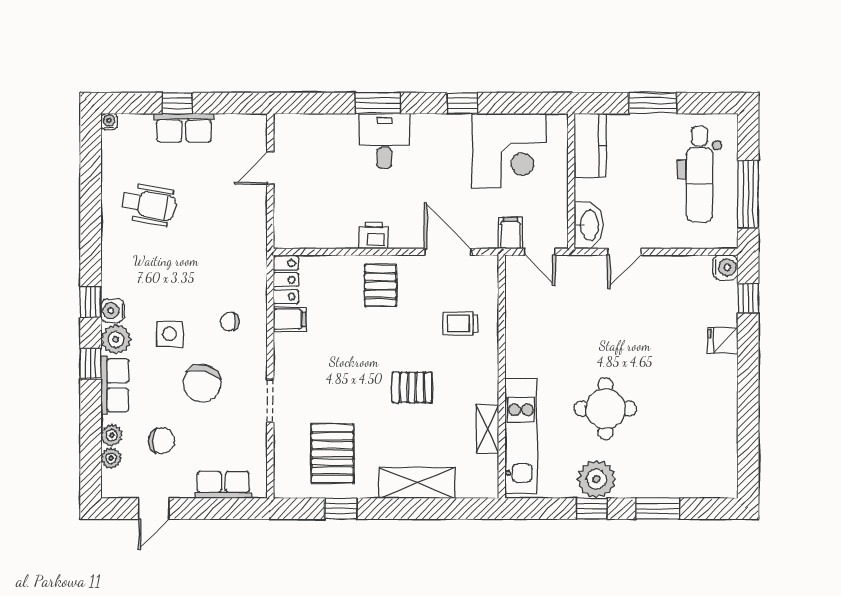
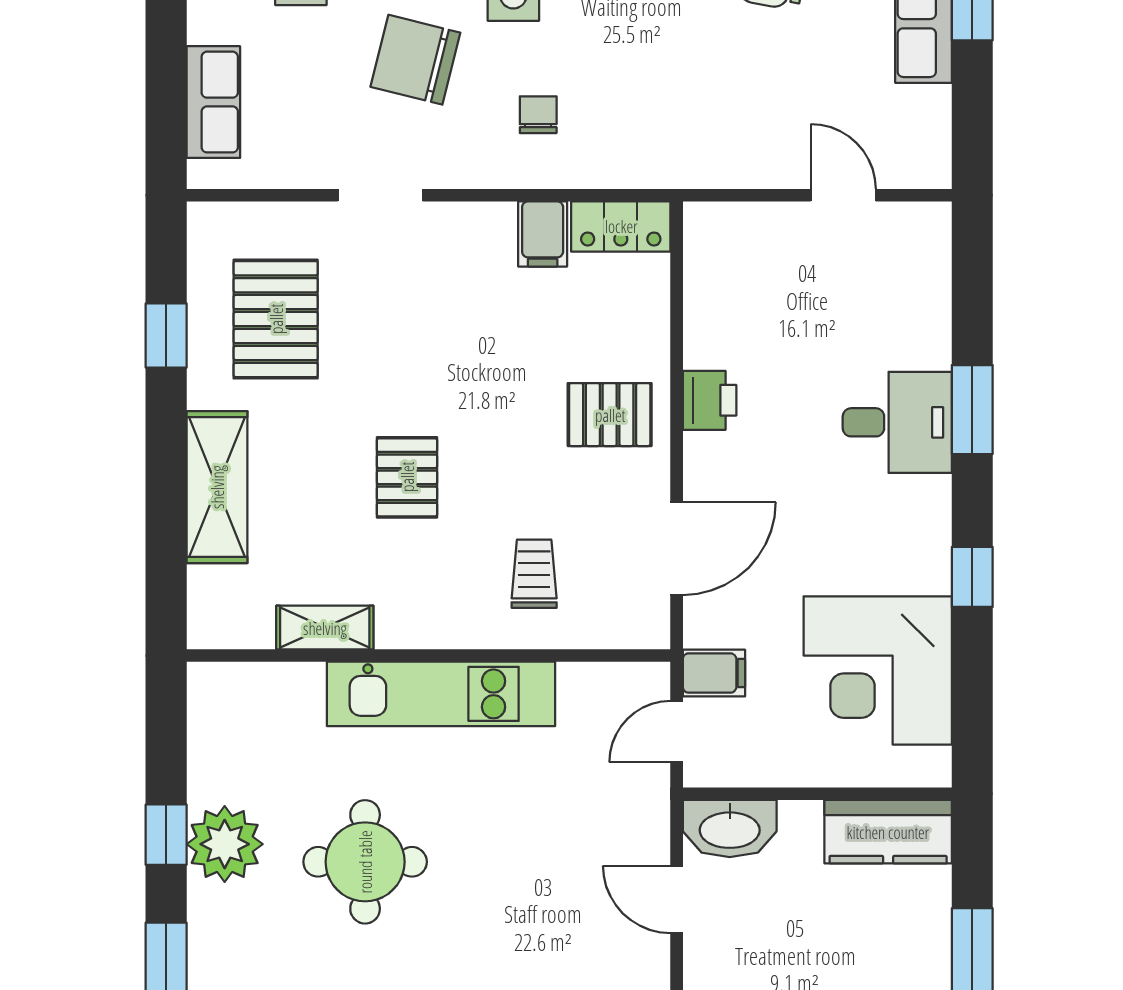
kitchen unit: (521, 436) -> (441, 694), moved
pallet: (332, 453) -> (276, 319), turned 90

